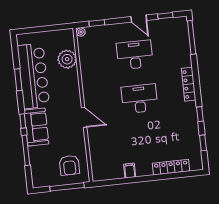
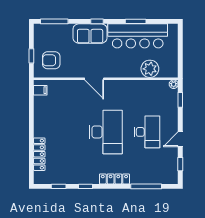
window: (192, 37) -> (146, 186), moved
desk: (140, 99) -> (106, 132), width x1.36, depth x1.30
door: (84, 117) -> (94, 79), hinge flipped
window: (26, 150) -> (54, 21), moved
filing cabinet: (130, 171) -> (40, 90), moved
window: (67, 187) -> (31, 56), width x0.46

